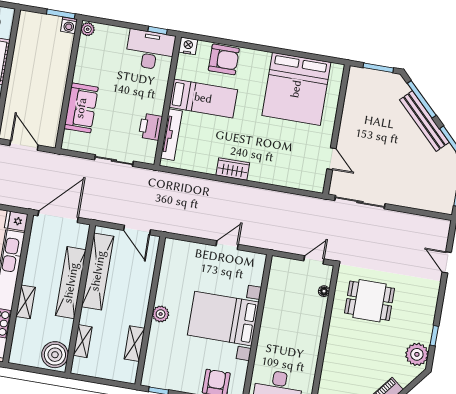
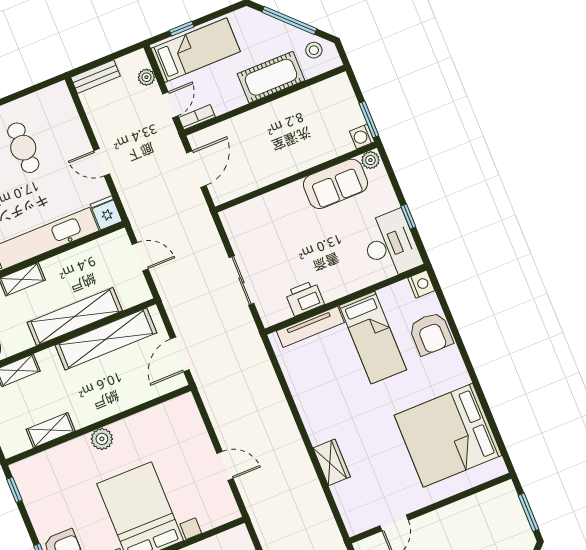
window: (158, 30) -> (408, 216), moved
sofa: (81, 108) -> (335, 184), moved
wardrobe: (233, 169) -> (332, 462), moved
door: (58, 217) -> (140, 257), width x0.53

